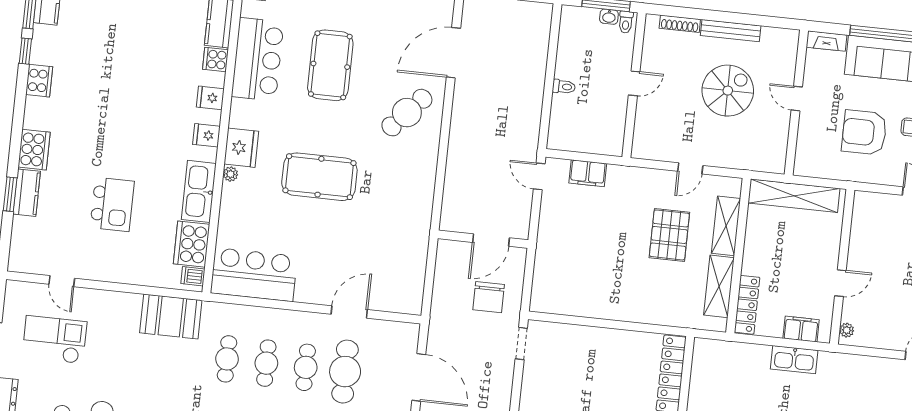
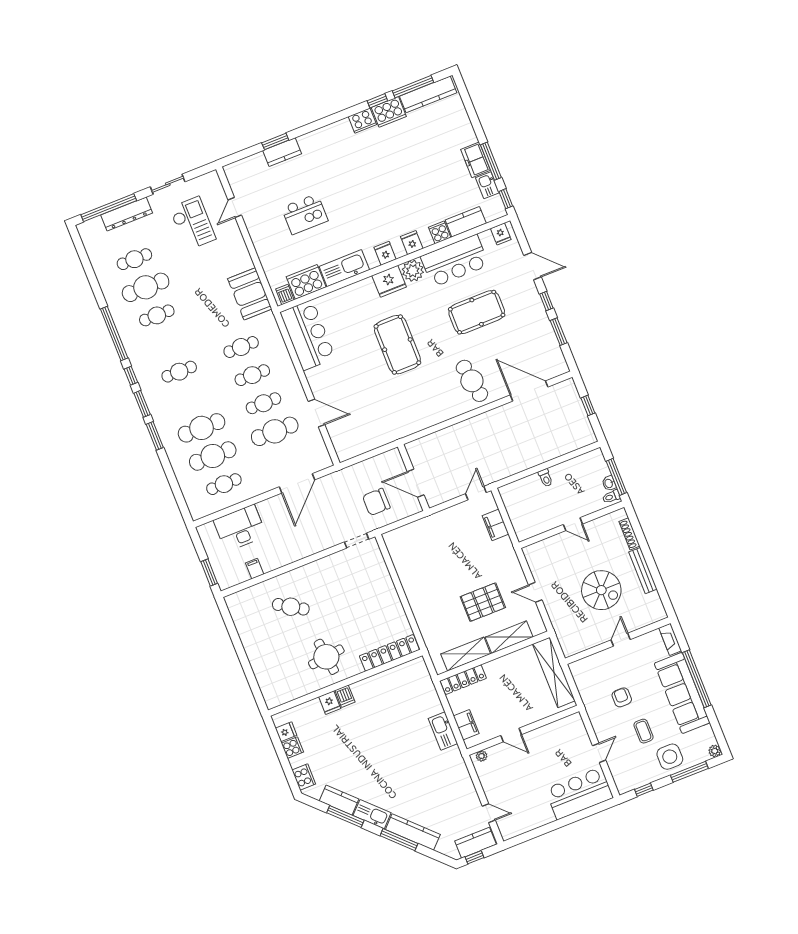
cafe table: (407, 113) -> (472, 381), turned 39
armchair: (864, 132) -> (622, 697), width x0.53, depth x0.53
cooker: (34, 150) -> (389, 112), moved
plant: (230, 174) -> (413, 271), moved, width x1.87, depth x1.87

